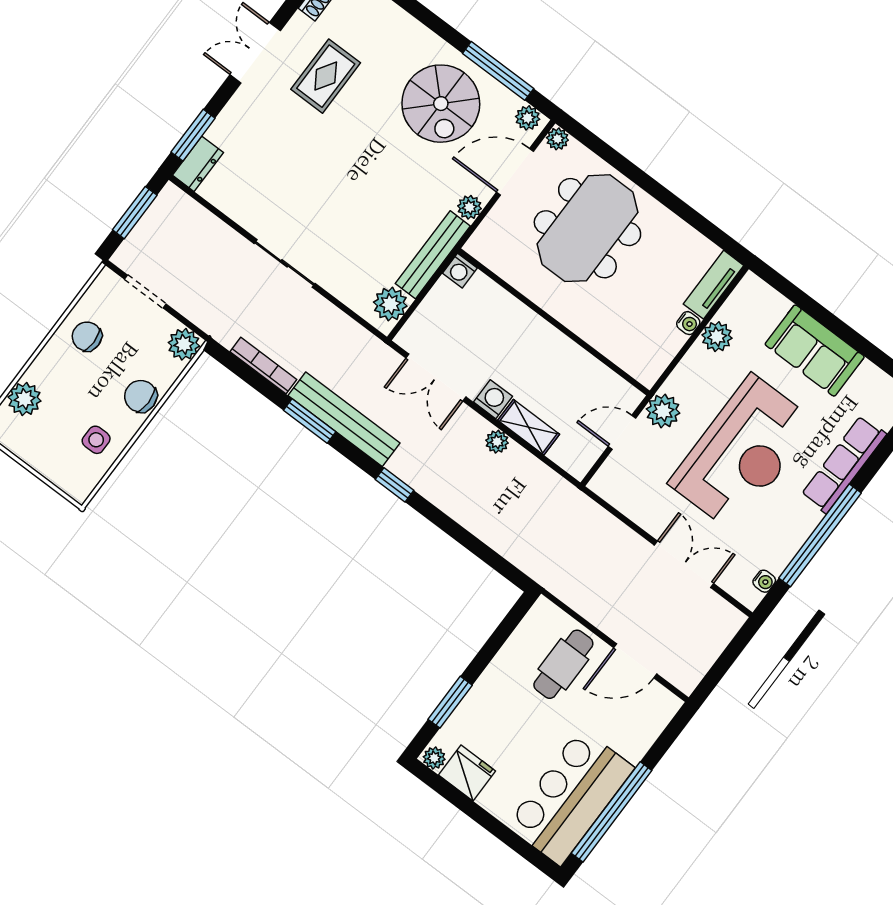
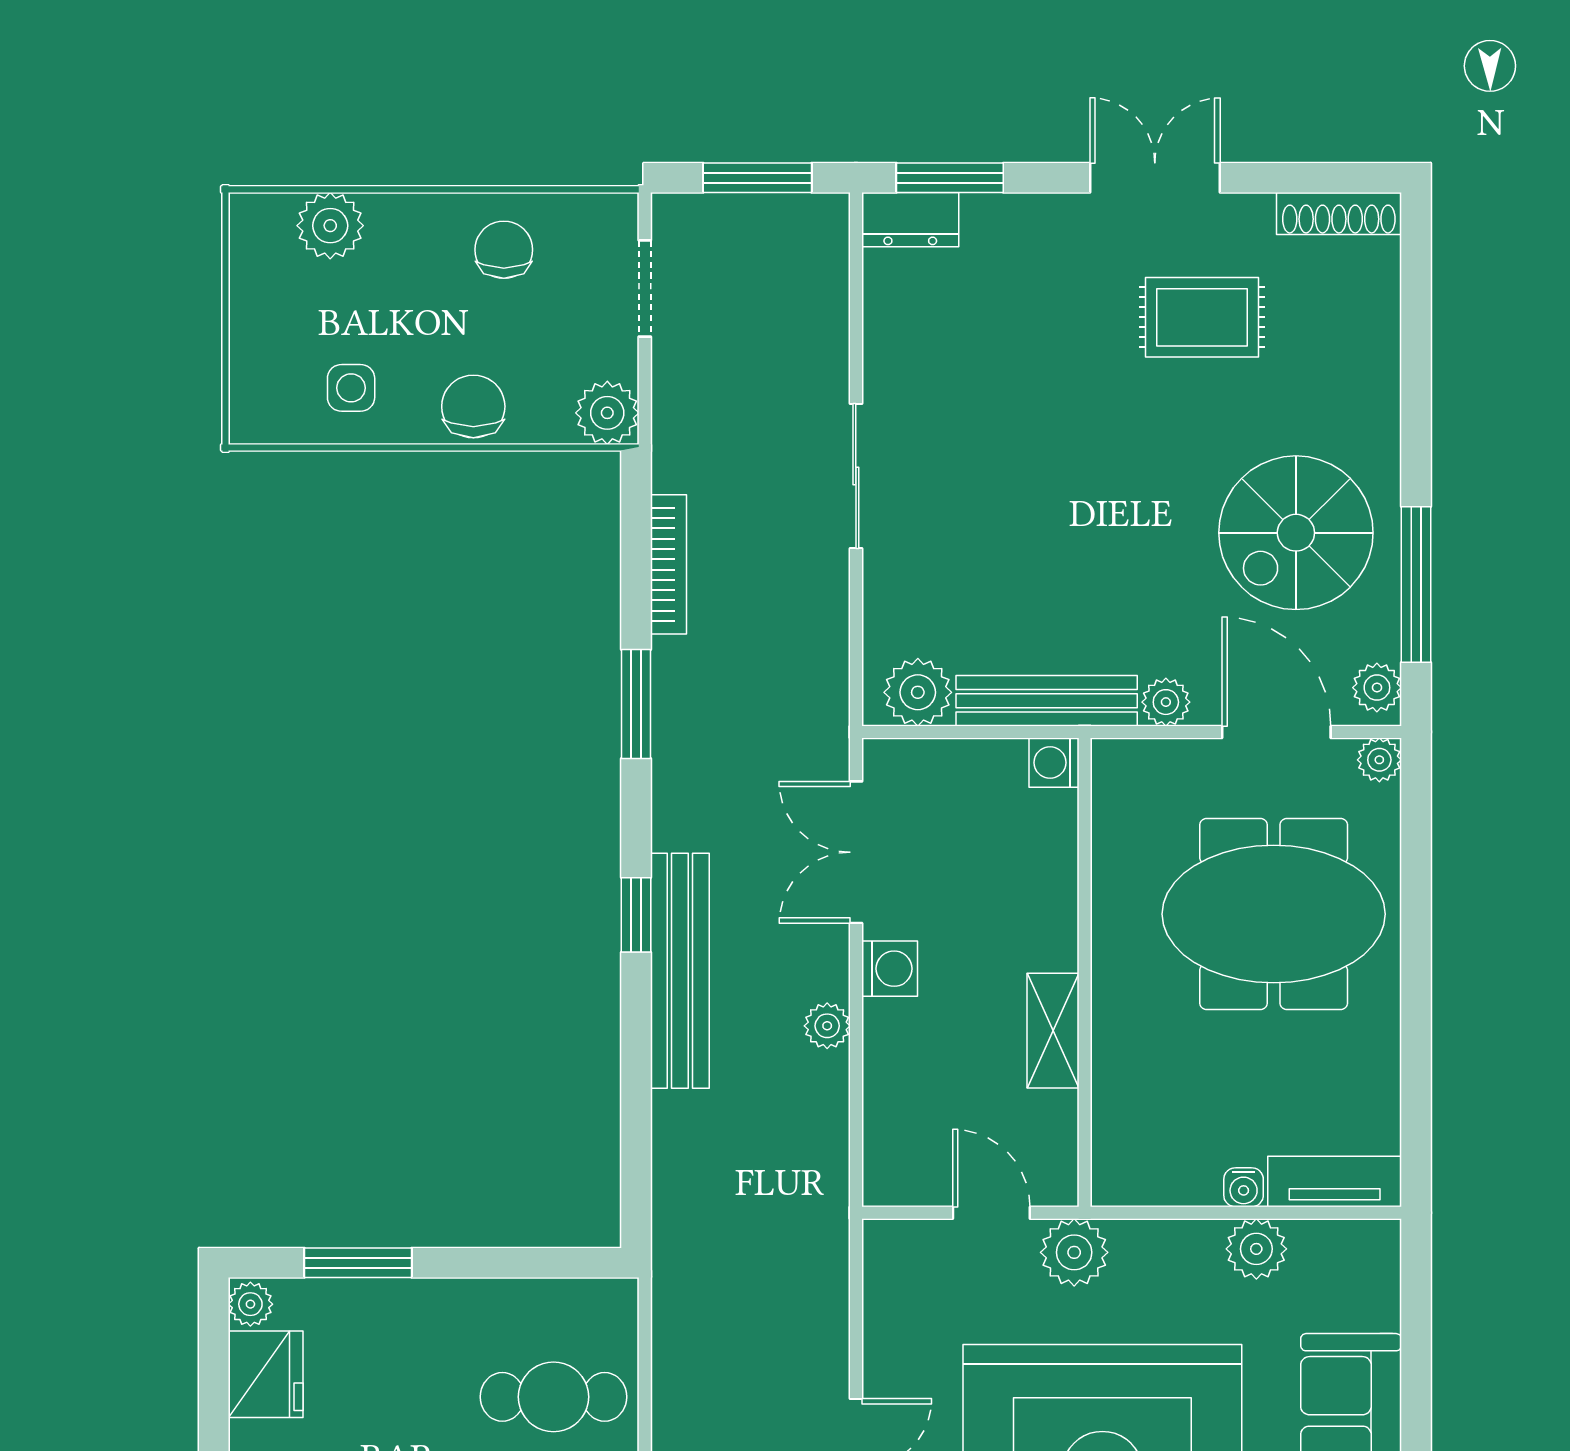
bench: (344, 419) -> (680, 971), moved
shelving: (529, 427) -> (1053, 1031), moved

